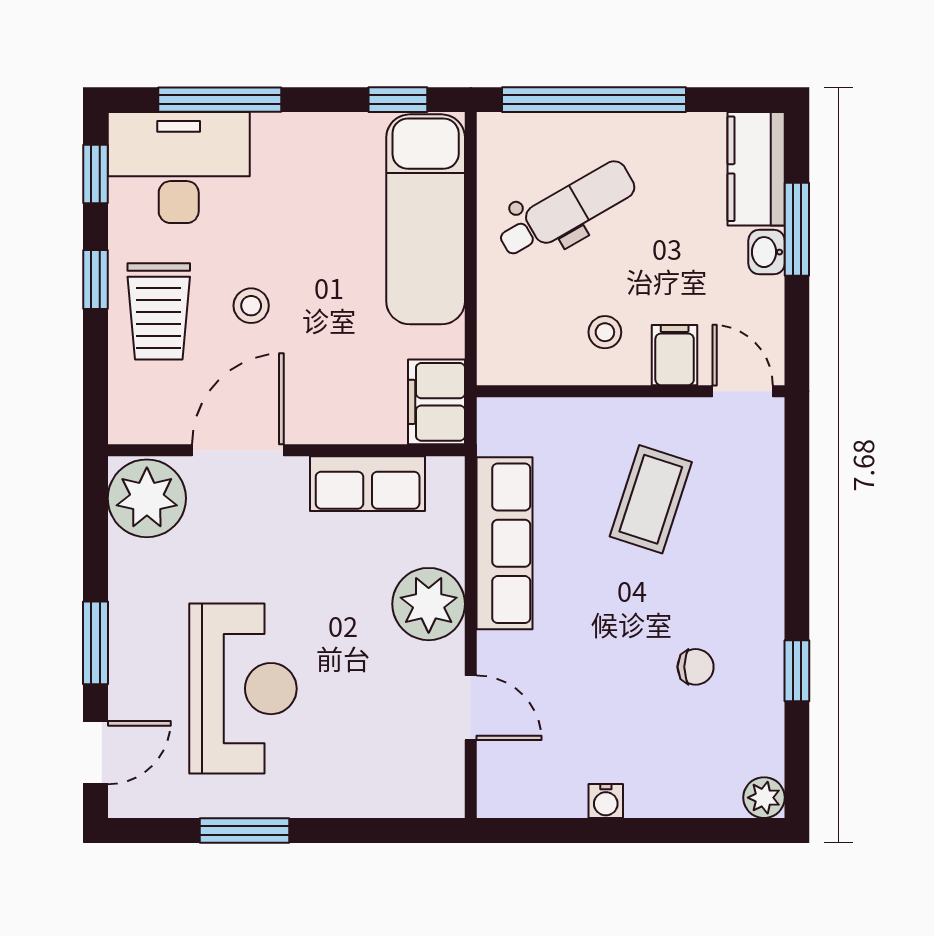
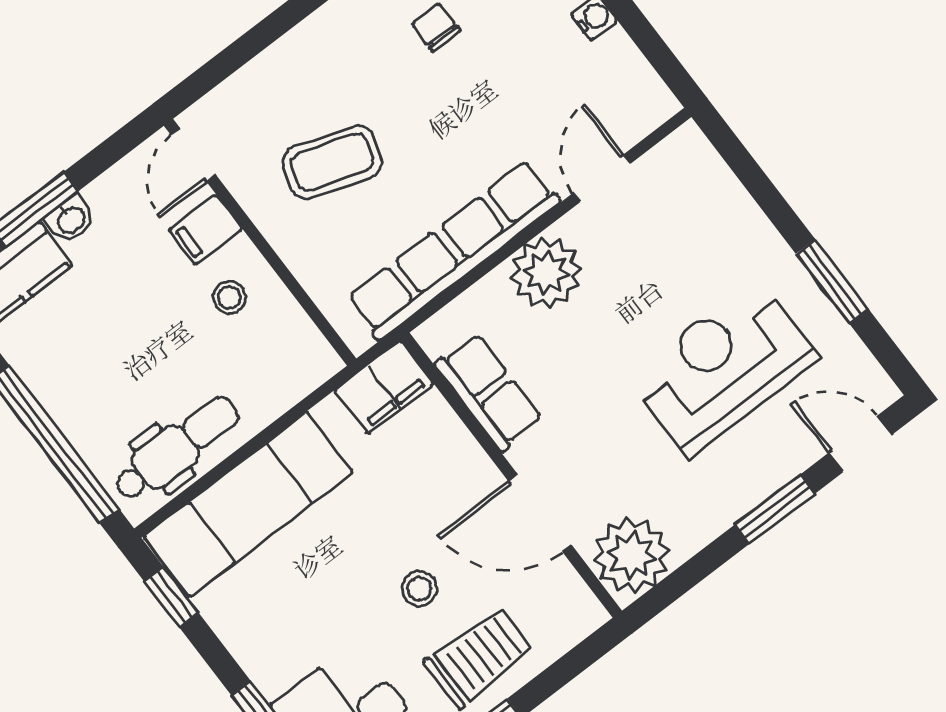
dental chair: (567, 210) -> (176, 448), moved, turned 120
row of seats: (505, 543) -> (454, 250), width x1.36

